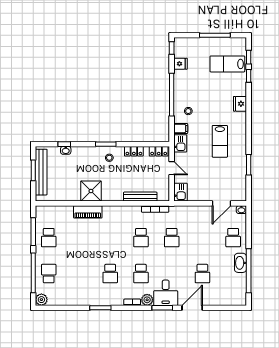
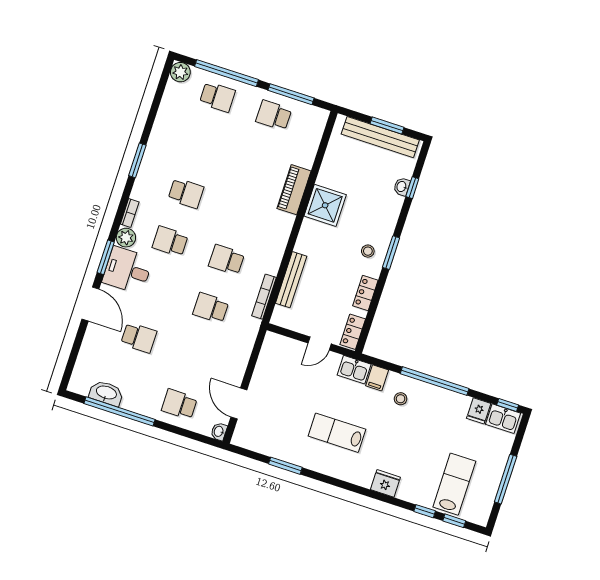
kitchen sink: (180, 192) -> (503, 419), moved
washbasin: (240, 263) -> (106, 393), moved
school desk: (110, 274) -> (186, 193), turned 180
school desk: (202, 274) -> (139, 338), turned 180

